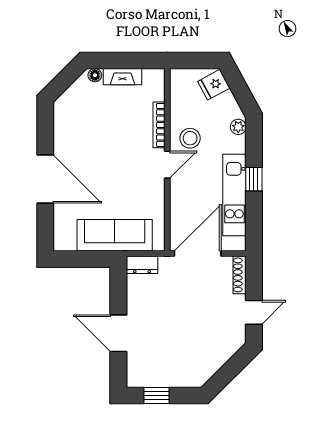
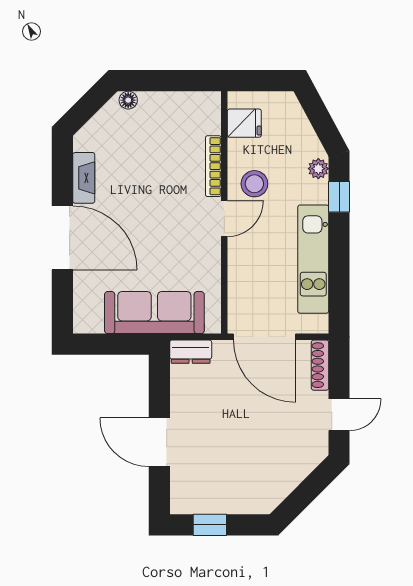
fireplace: (123, 77) -> (84, 178), moved, turned -90
fridge: (214, 85) -> (244, 123), moved, turned -152
window: (254, 179) -> (339, 197), moved
door: (198, 254) -> (264, 337), swing flipped

